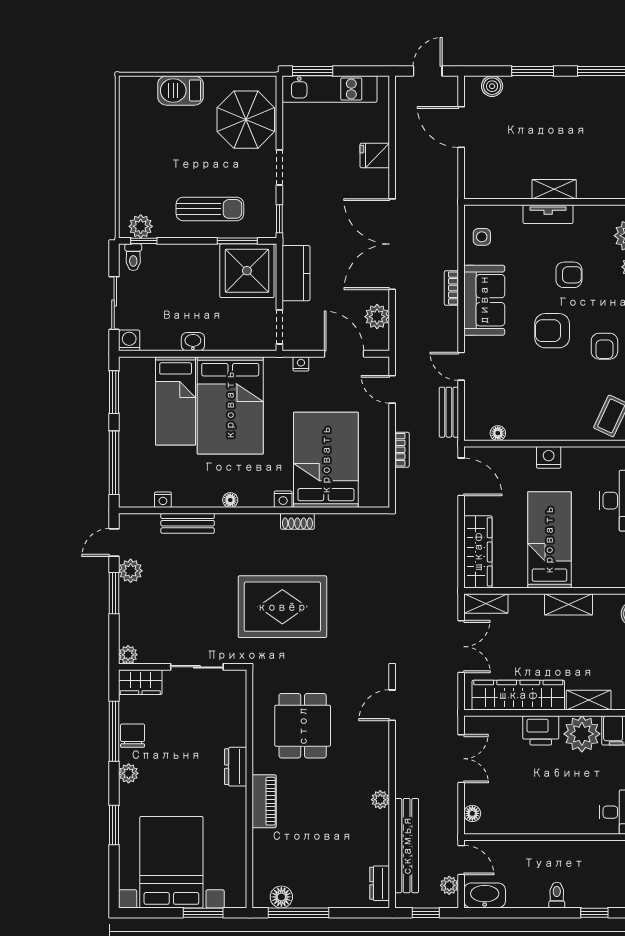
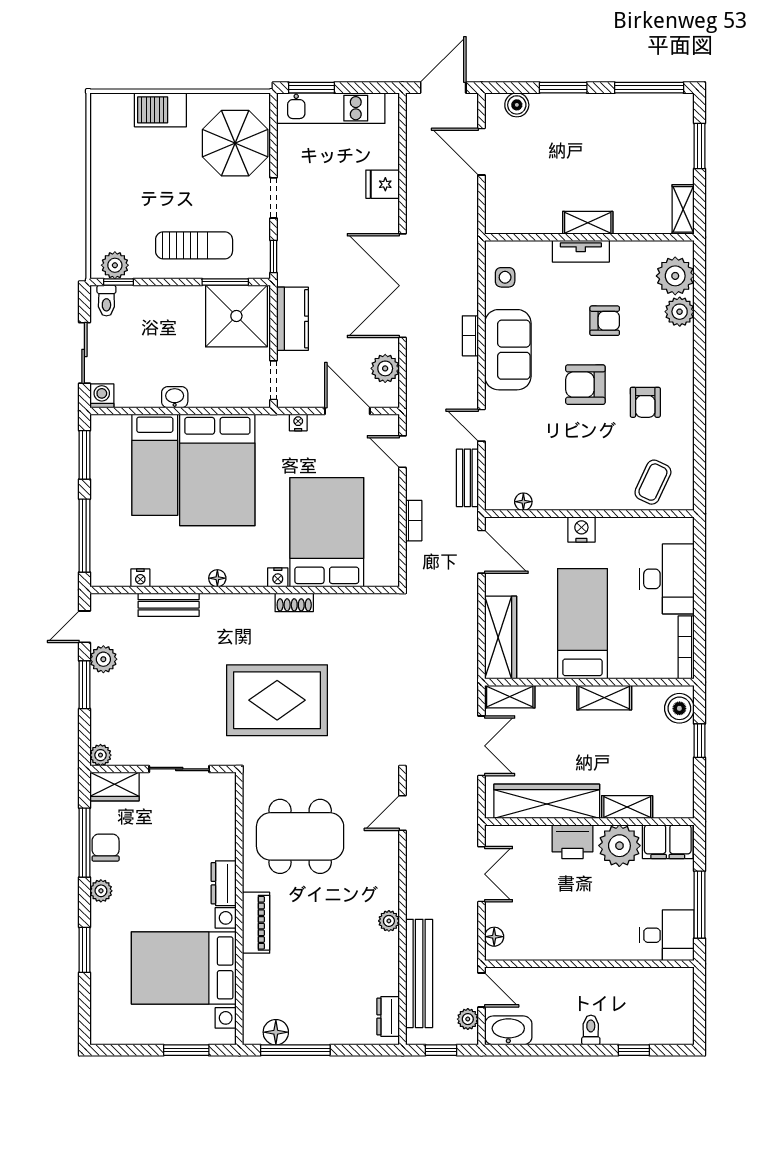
door: (428, 71) -> (443, 88), width x1.38
dining table: (303, 726) -> (300, 836), width x1.38
bed with nightstands: (171, 862) -> (184, 968), moved, turned -90

